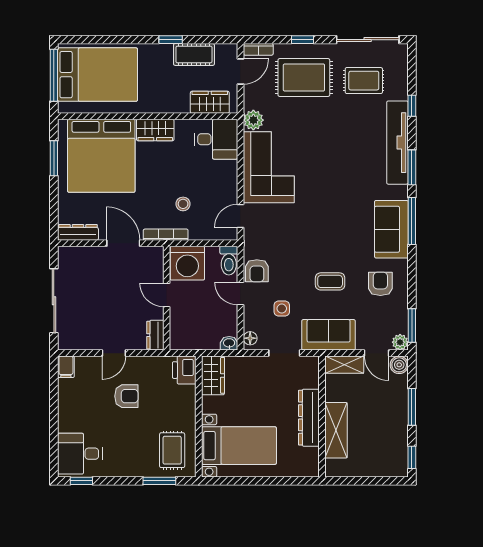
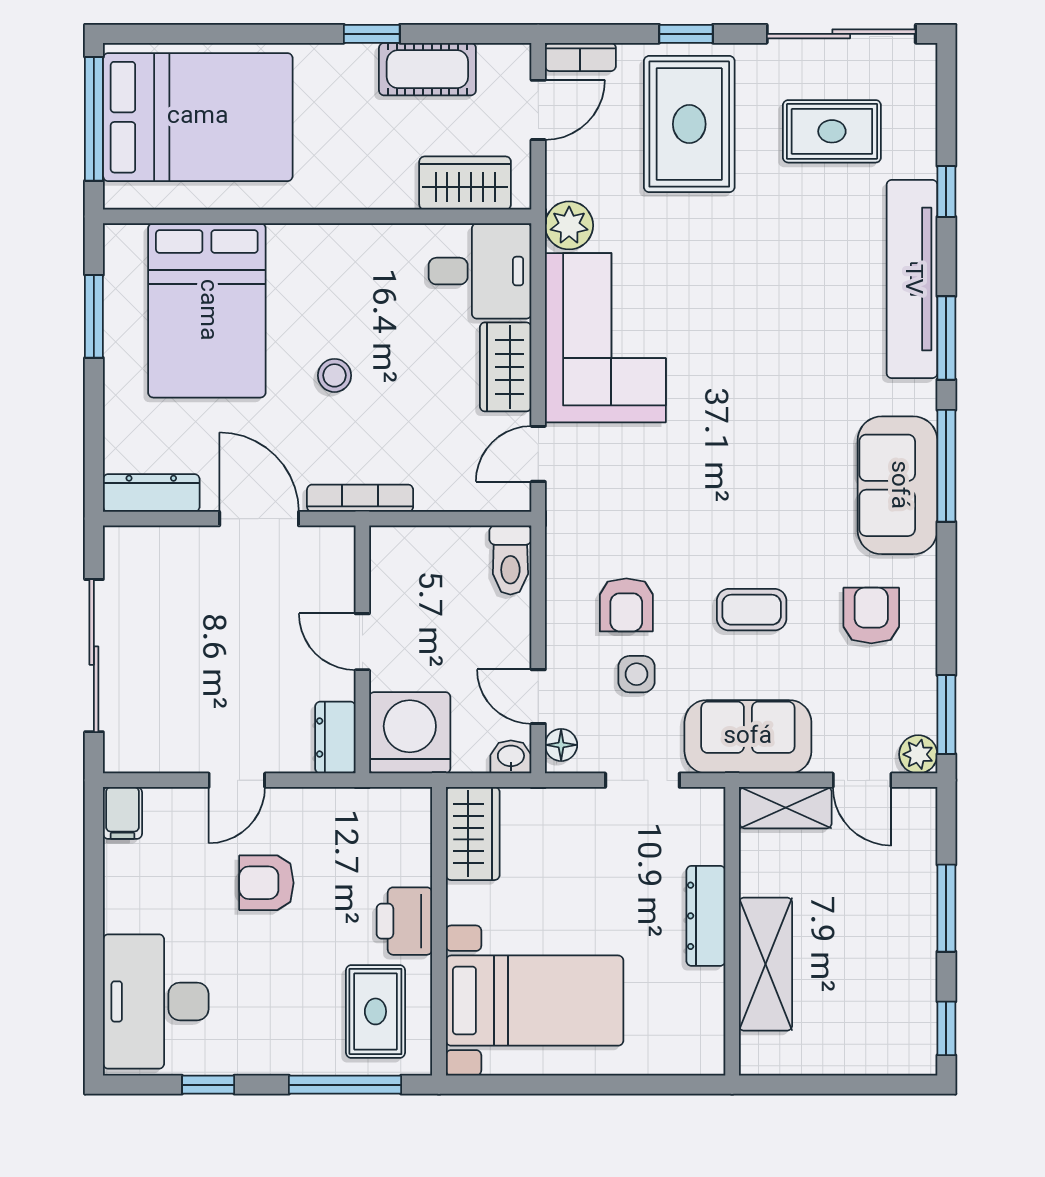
rug: (304, 77) -> (689, 124), turned 90
wardrobe: (155, 130) -> (506, 367), moved, turned 90
bed: (101, 156) -> (207, 310), width x0.73
stool: (183, 204) -> (334, 375), moved
washing machine: (187, 263) -> (410, 733), moved, turned 180
armchair: (257, 271) -> (626, 605), moved
door: (240, 294) -> (538, 697), moved
boiler: (399, 365) -> (916, 808), removed
printer: (184, 370) -> (404, 921), moved
armchair: (126, 396) -> (266, 883), turned 180
dresser: (309, 418) -> (706, 916), width x0.73, depth x0.80
desk: (80, 454) -> (156, 1001), width x1.37
window: (81, 481) -> (208, 1085), moved
window: (159, 481) -> (345, 1085), width x1.44

